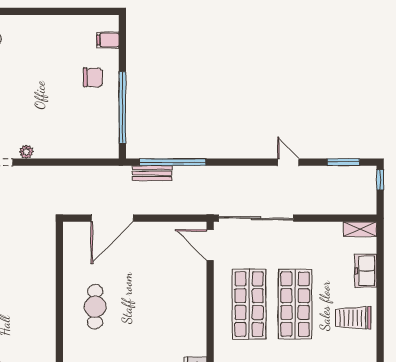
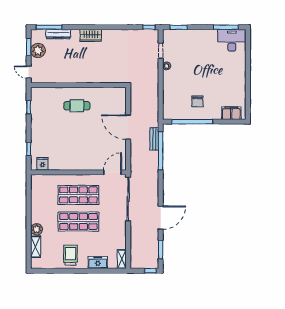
filing cabinet: (108, 40) -> (231, 113), width x2.00
chair: (93, 77) -> (197, 101), moved
door: (288, 162) -> (161, 218), width x1.88
door: (112, 218) -> (128, 127), moved

